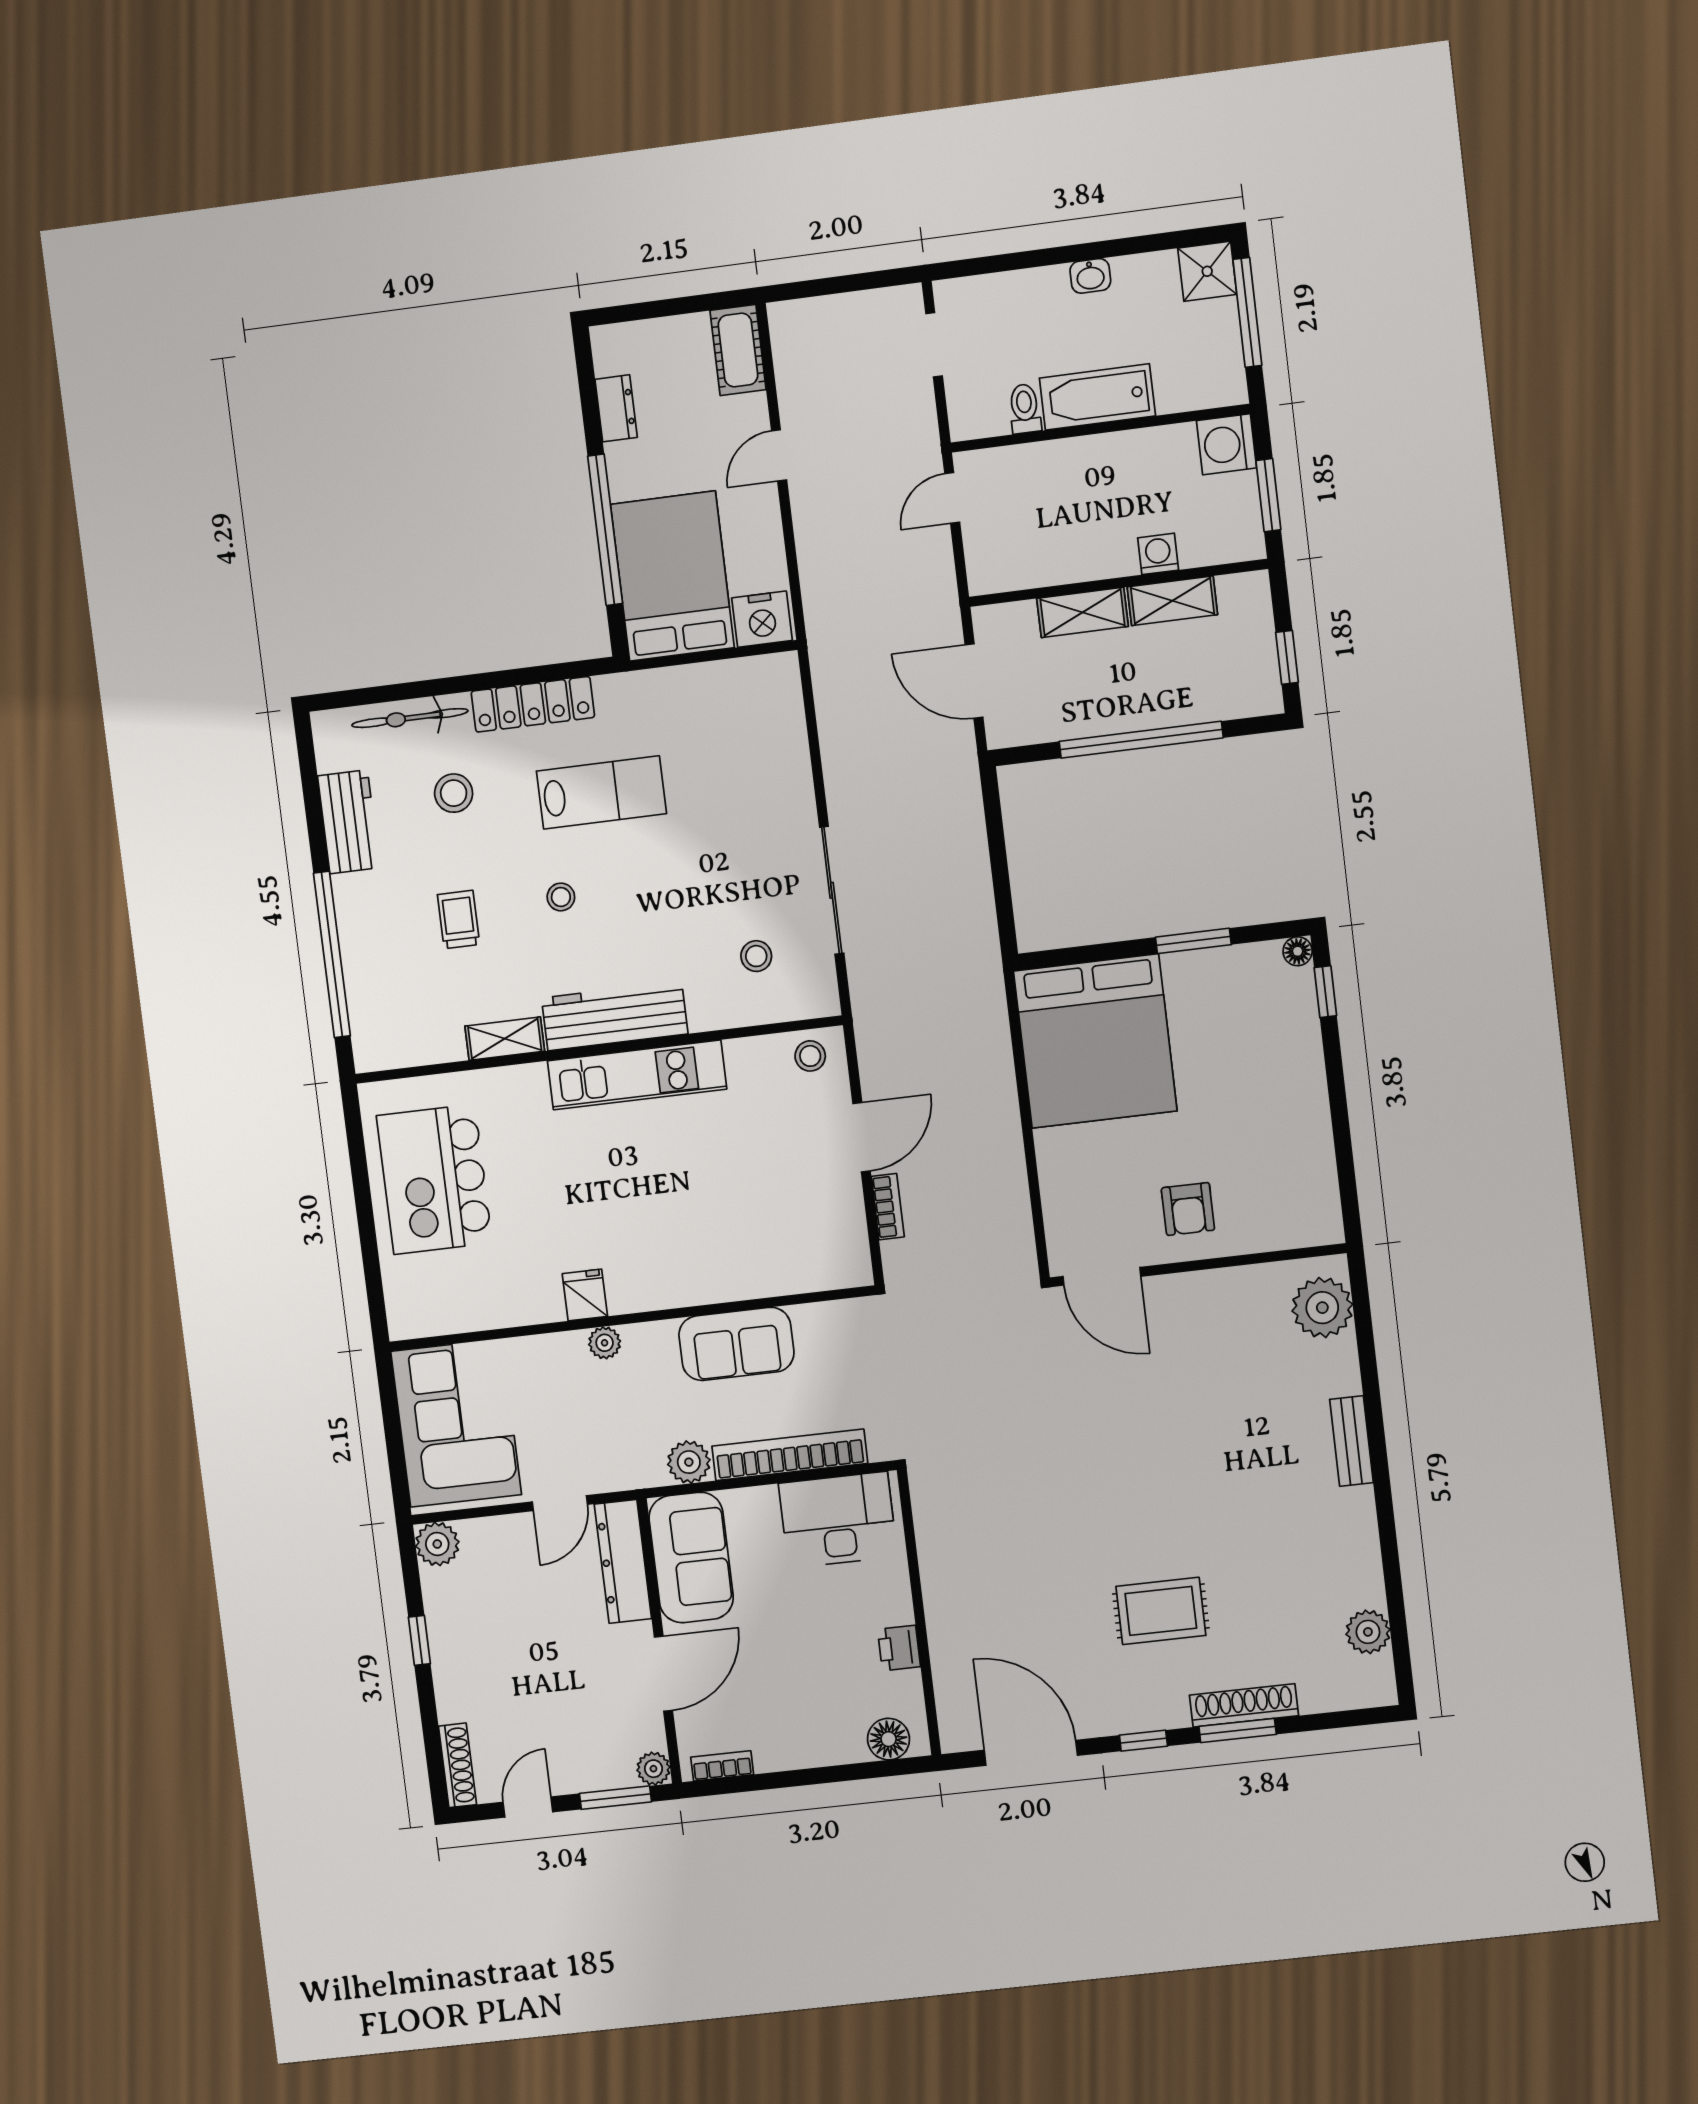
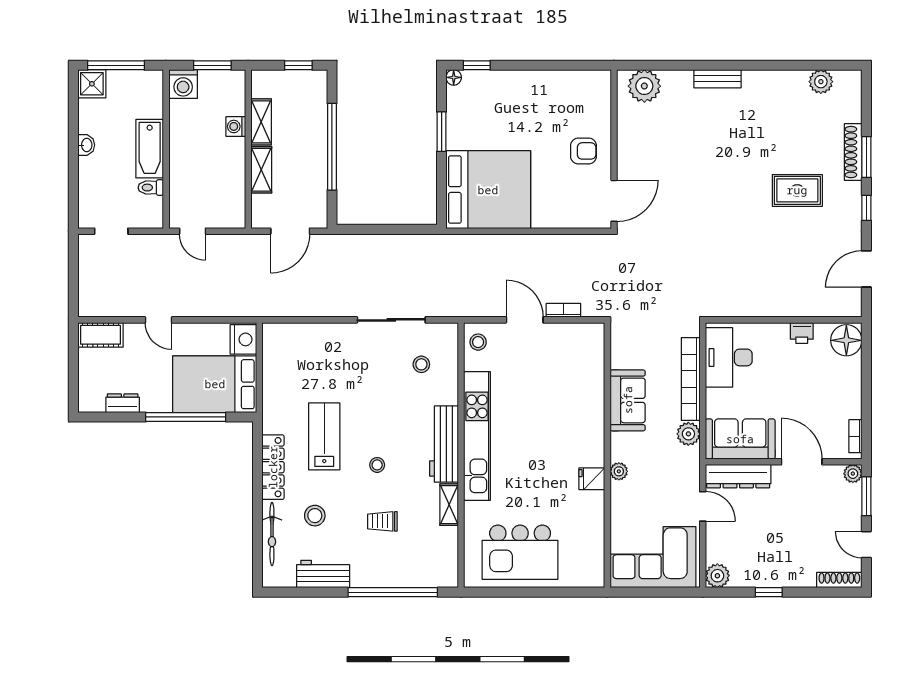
kitchen unit: (637, 1075) -> (477, 436), width x1.36
rug: (1161, 1611) -> (797, 190), turned 90
floor lamp: (889, 1739) -> (846, 340), width x1.38, depth x1.38
door: (1031, 1753) -> (866, 269), width x0.73

